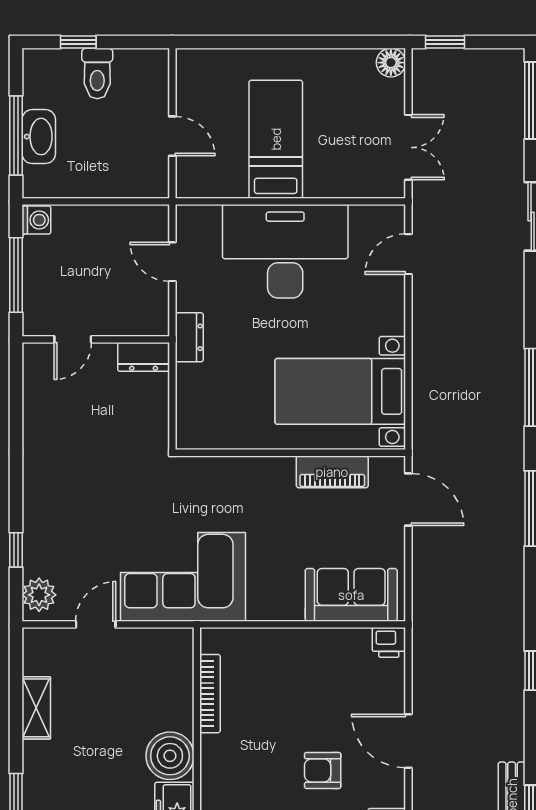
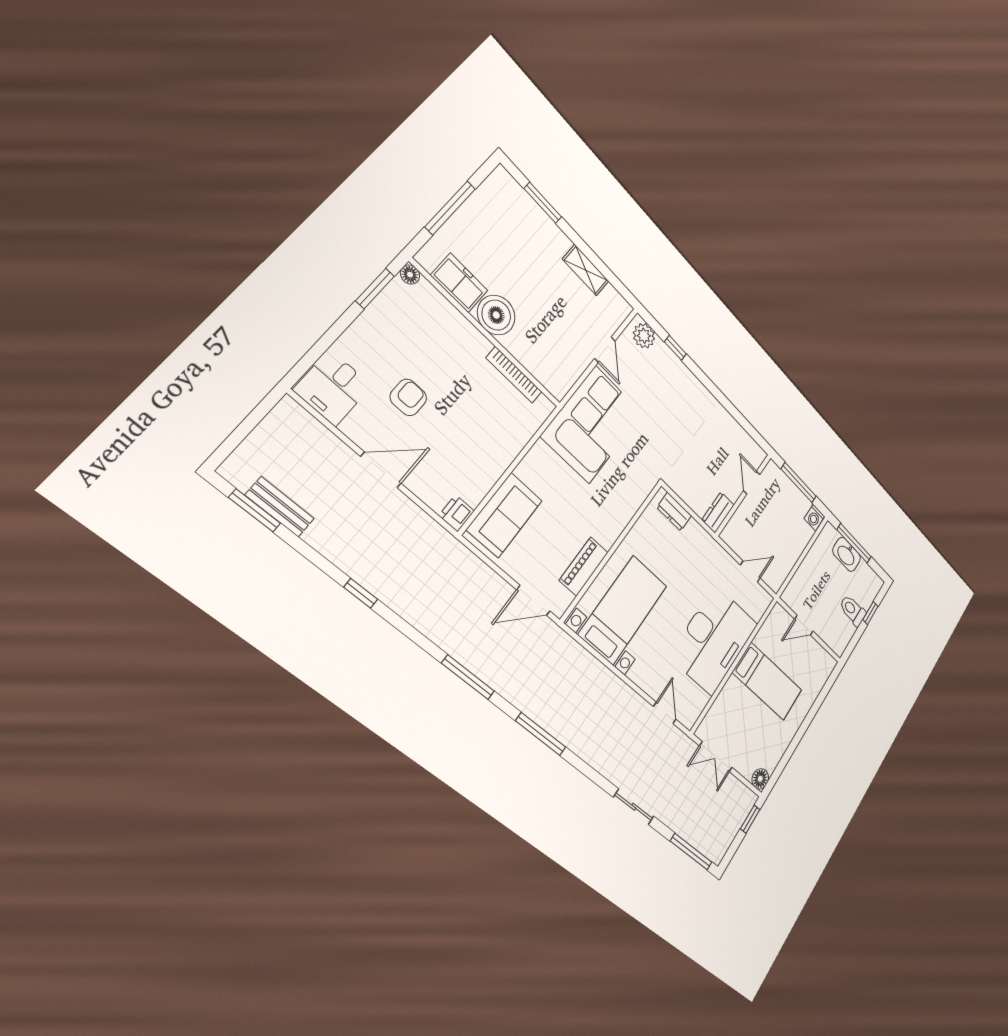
dresser: (189, 337) -> (674, 512), moved

